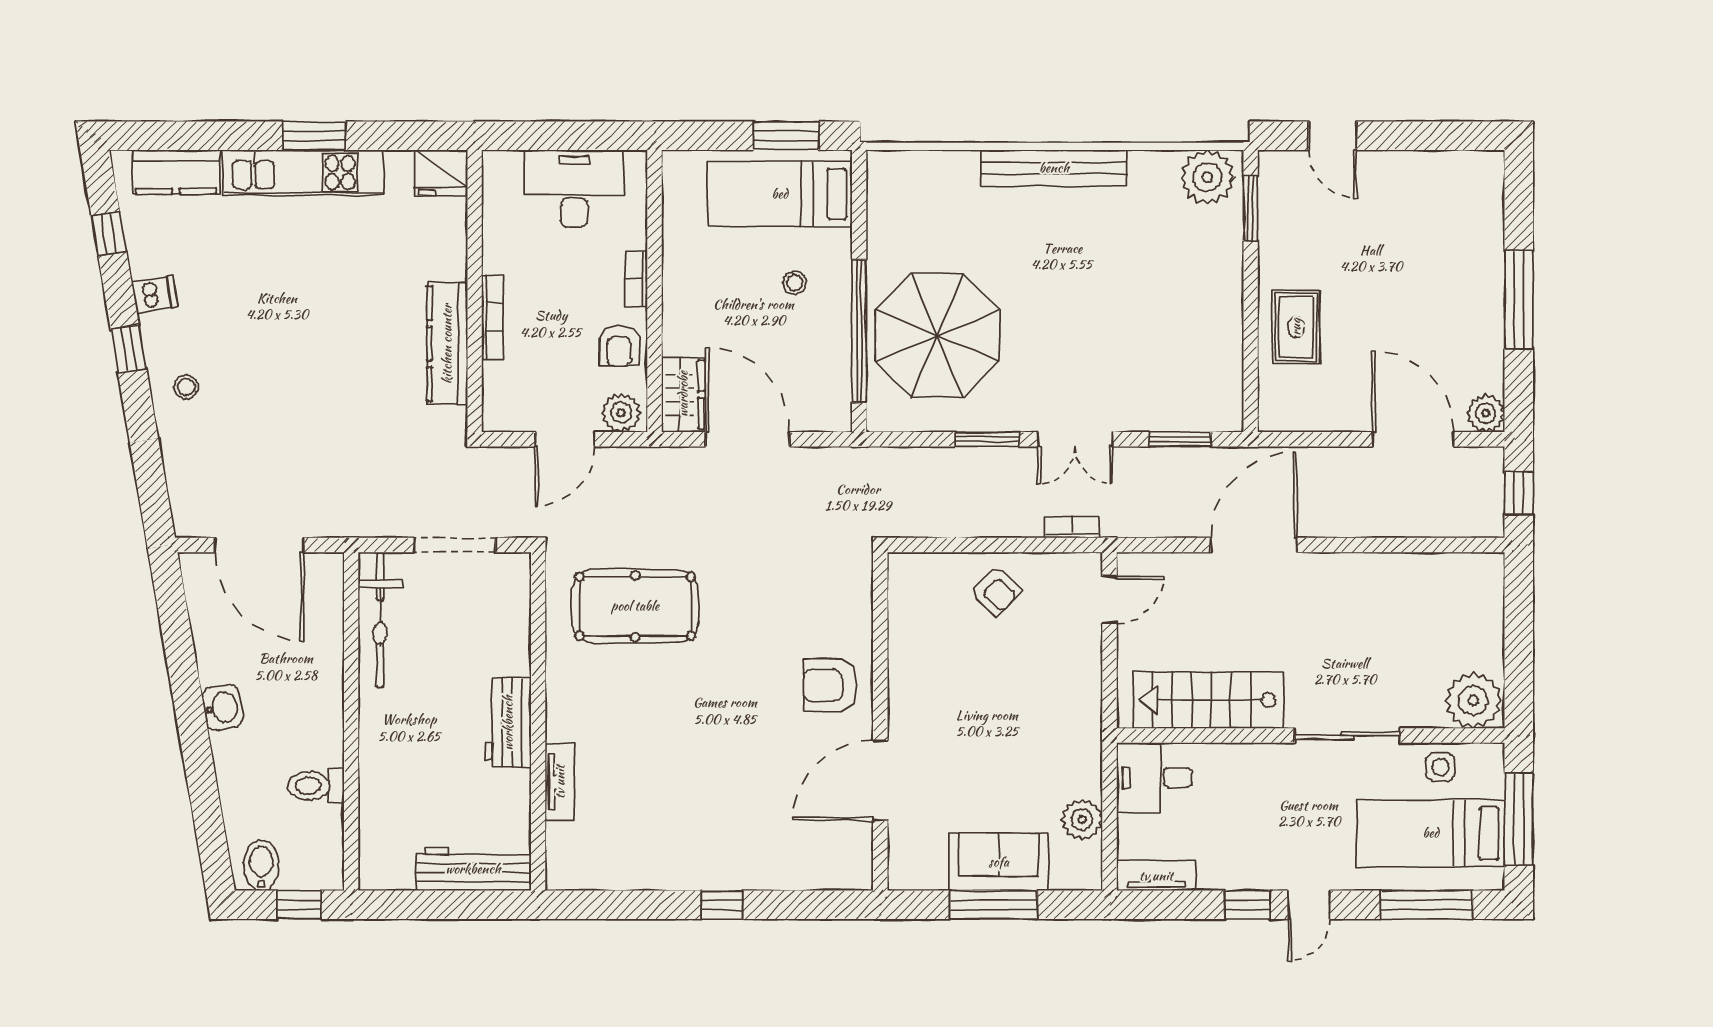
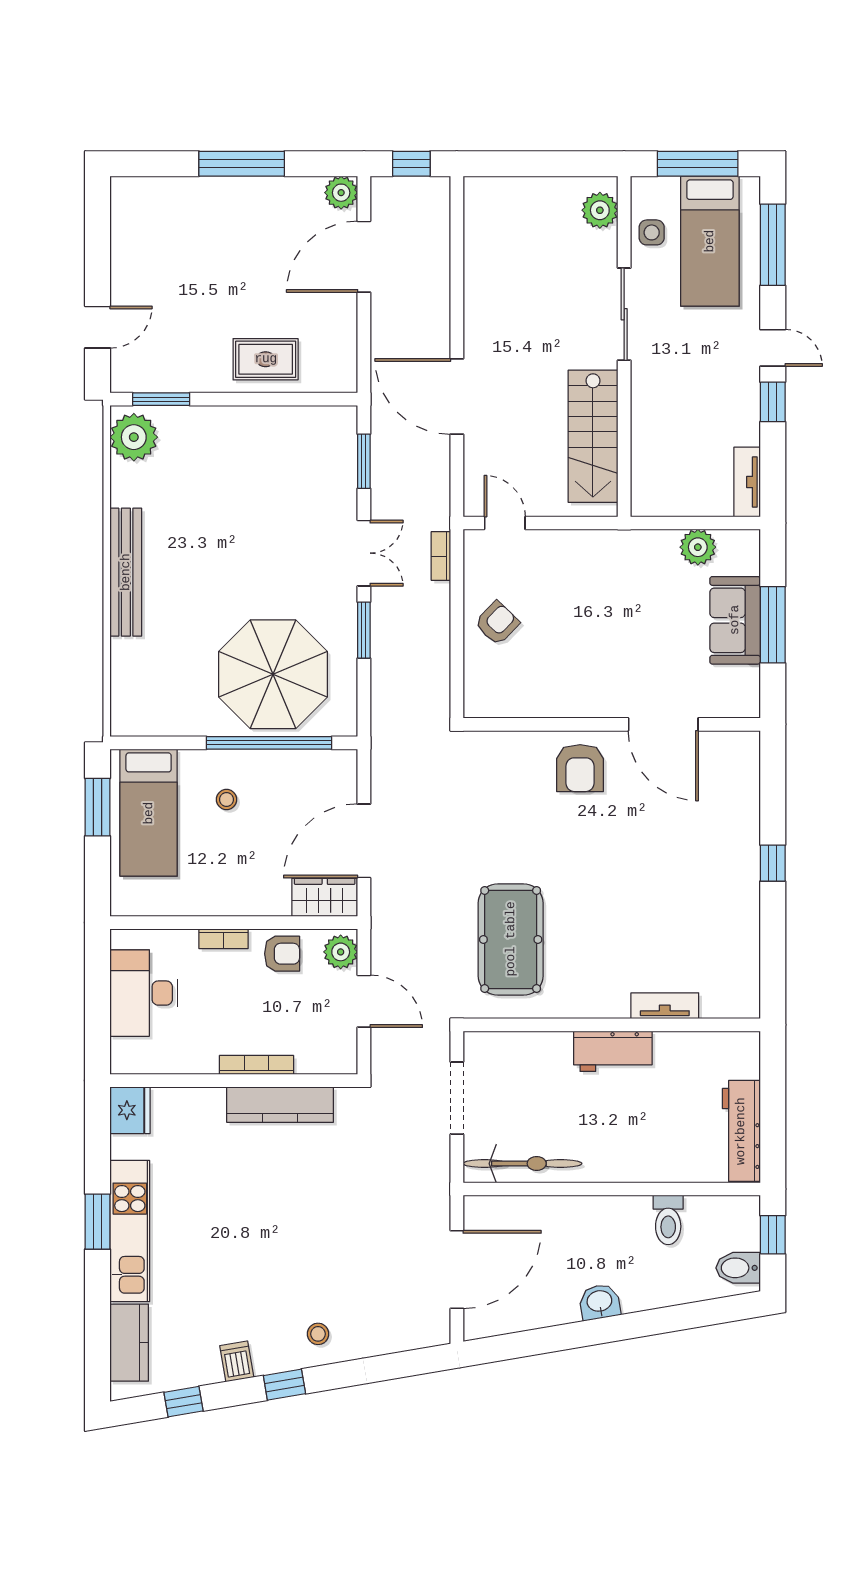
plant: (1473, 700) -> (600, 210), width x0.73, depth x0.73
desk: (1154, 778) -> (661, 484), removed
workbench: (473, 869) -> (741, 1131), moved

